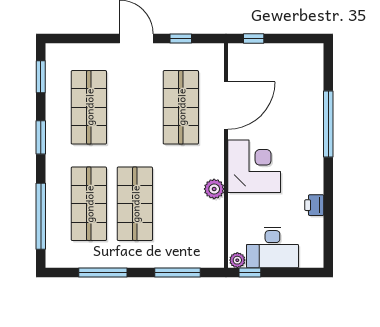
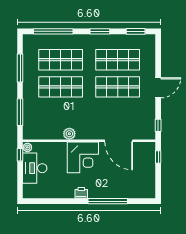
window: (181, 39) -> (158, 125), moved
shop shelf: (181, 107) -> (118, 87), moved
printer: (314, 205) -> (81, 193), moved

